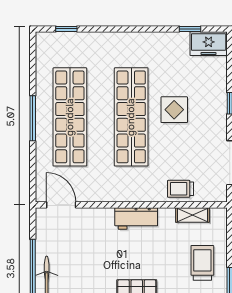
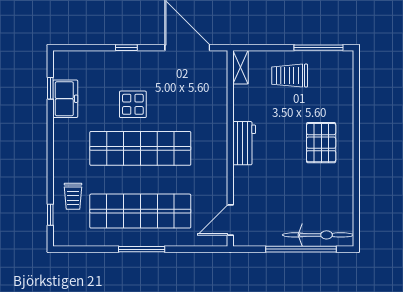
freezer: (209, 44) -> (65, 99), moved
trolley: (180, 189) -> (73, 196), moved
shelving: (192, 215) -> (241, 67), moved

